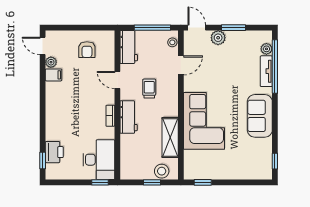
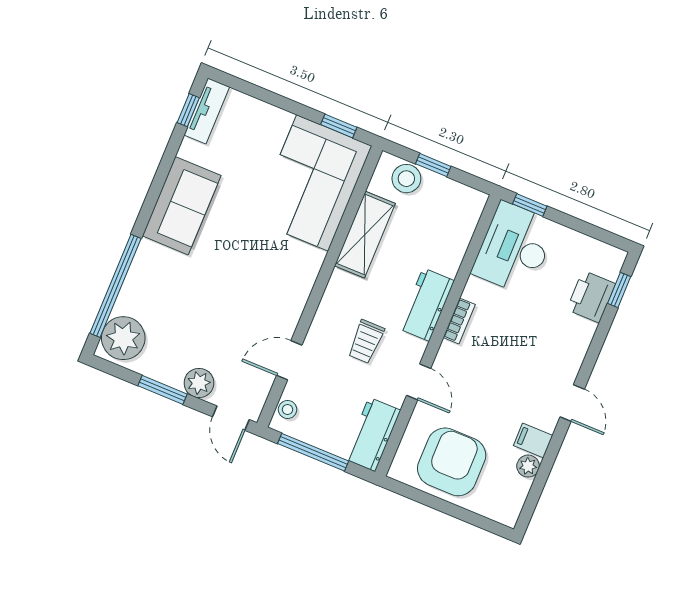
door: (43, 46) -> (572, 403), moved
plant: (266, 49) -> (123, 338), width x1.88, depth x1.88
armchair: (87, 50) -> (452, 462), width x1.88, depth x1.88
tv unit: (266, 71) -> (207, 111), moved
corner sofa: (204, 121) -> (313, 183), moved

